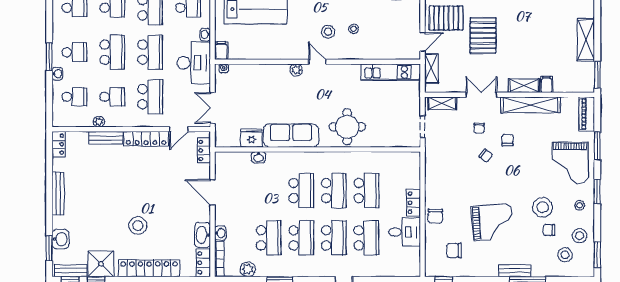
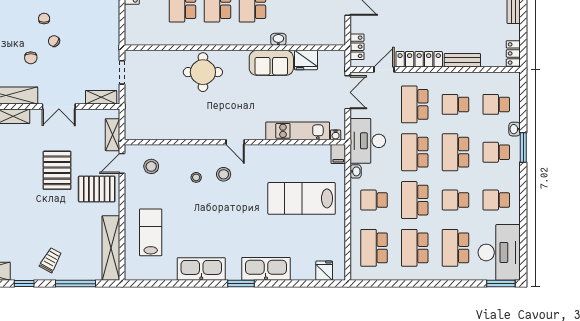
stool: (395, 39) -> (151, 166), added
plant: (296, 70) -> (258, 133), removed
kitchen unit: (391, 72) -> (298, 131), moved
plant: (99, 122) -> (470, 78), removed
chair: (479, 128) -> (44, 19), moved
sofa: (291, 135) -> (271, 63), width x0.73
washbasin: (258, 157) -> (278, 39), moved

